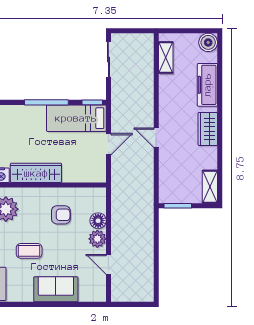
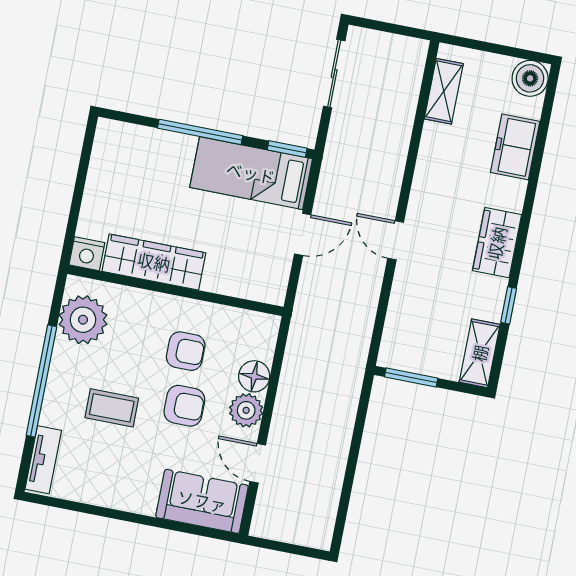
freezer: (207, 85) -> (515, 147), width x0.71
window: (220, 160) -> (509, 305), added
armchair: (66, 243) -> (184, 406), added
sofa: (56, 289) -> (202, 501), moved

